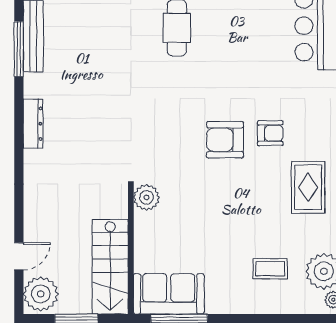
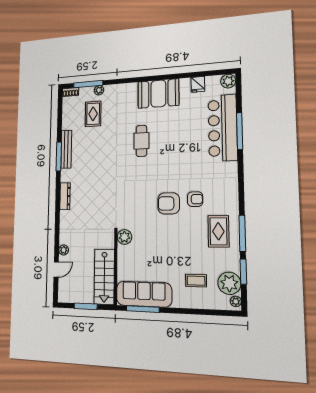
plant: (41, 294) -> (64, 250), moved, width x0.53, depth x0.53
sofa: (169, 294) -> (144, 294), width x1.36

